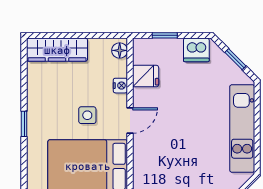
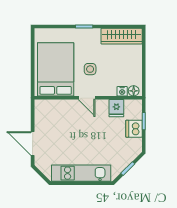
wardrobe: (57, 50) -> (122, 36), moved, turned -90
dishwasher: (196, 50) -> (134, 129), moved
nightstand: (120, 86) -> (122, 91), moved

